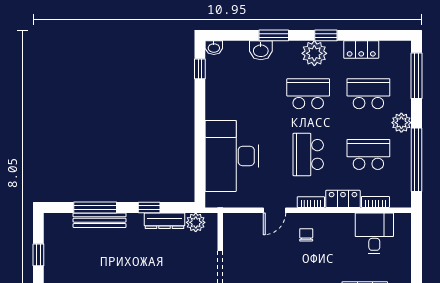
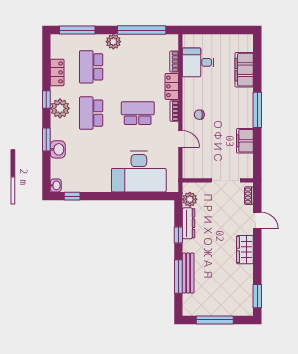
school desk: (308, 154) -> (138, 113), turned 180
school desk: (368, 154) -> (138, 67), removed
window: (38, 255) -> (215, 320), width x2.17

